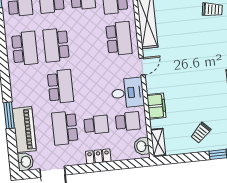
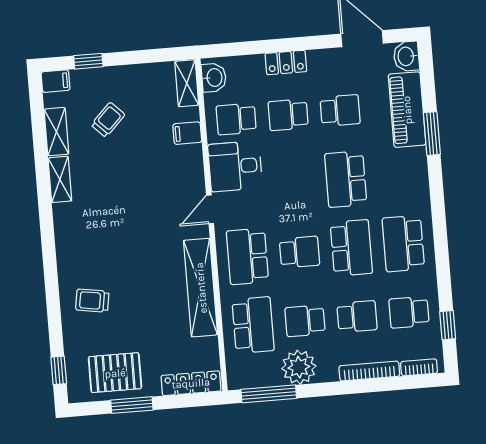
school desk: (88, 42) -> (299, 252), added
filing cabinet: (156, 106) -> (187, 133), width x0.50
school desk: (65, 128) -> (340, 110), width x0.54
trolley: (201, 133) -> (108, 120), moved

